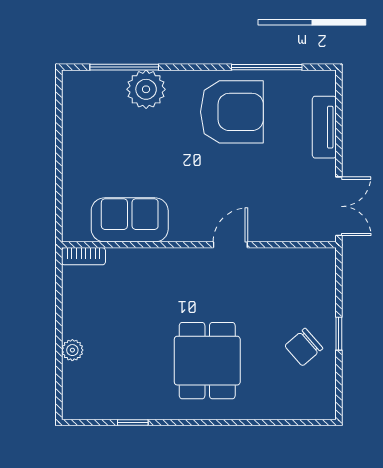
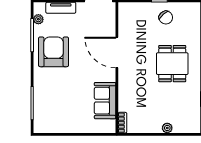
plant: (146, 89) -> (38, 19), moved, width x0.53, depth x0.53
door: (230, 245) -> (117, 53), width x1.88
dining table: (207, 361) -> (172, 64), turned 90

